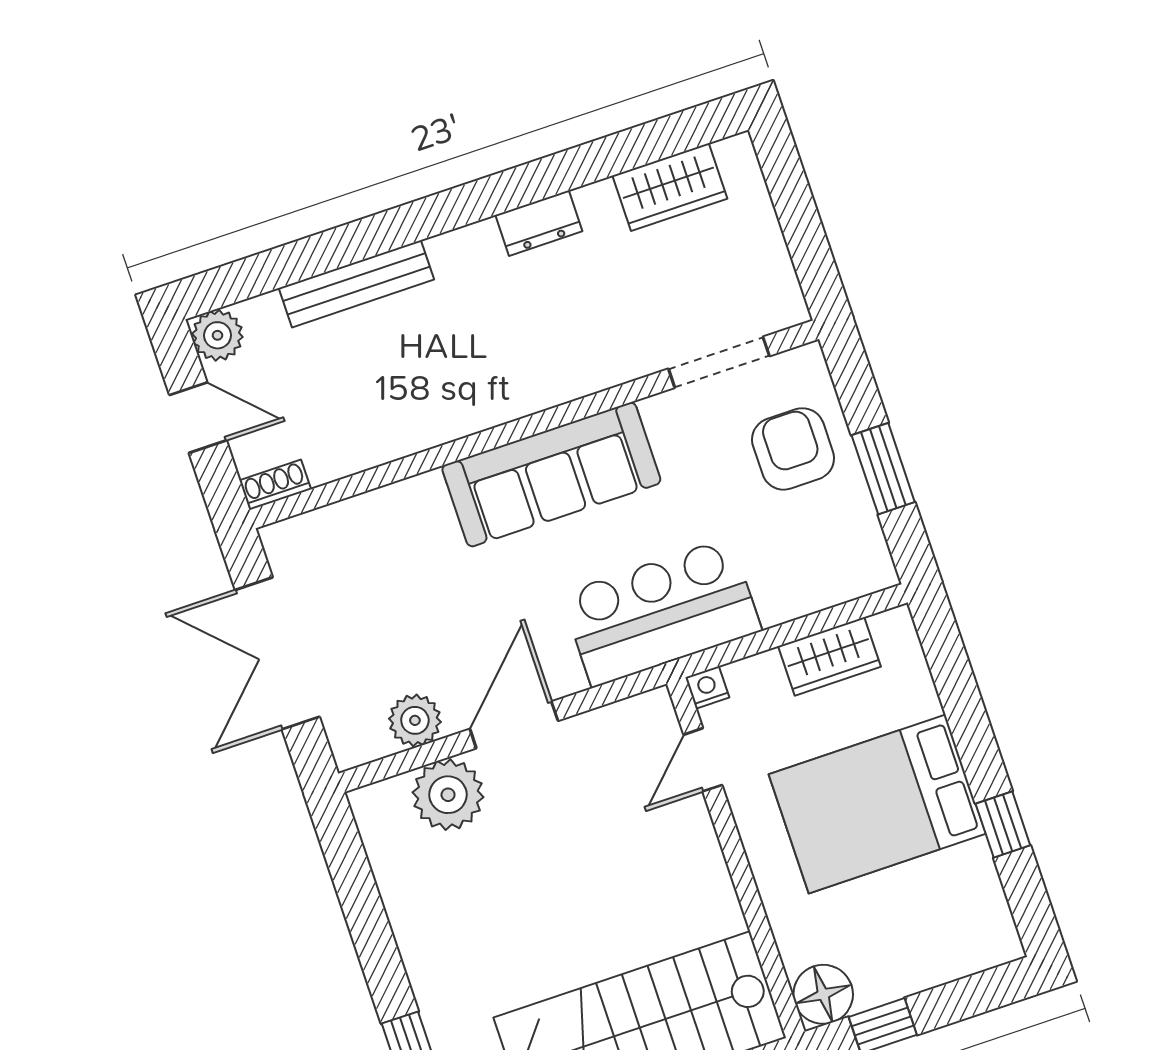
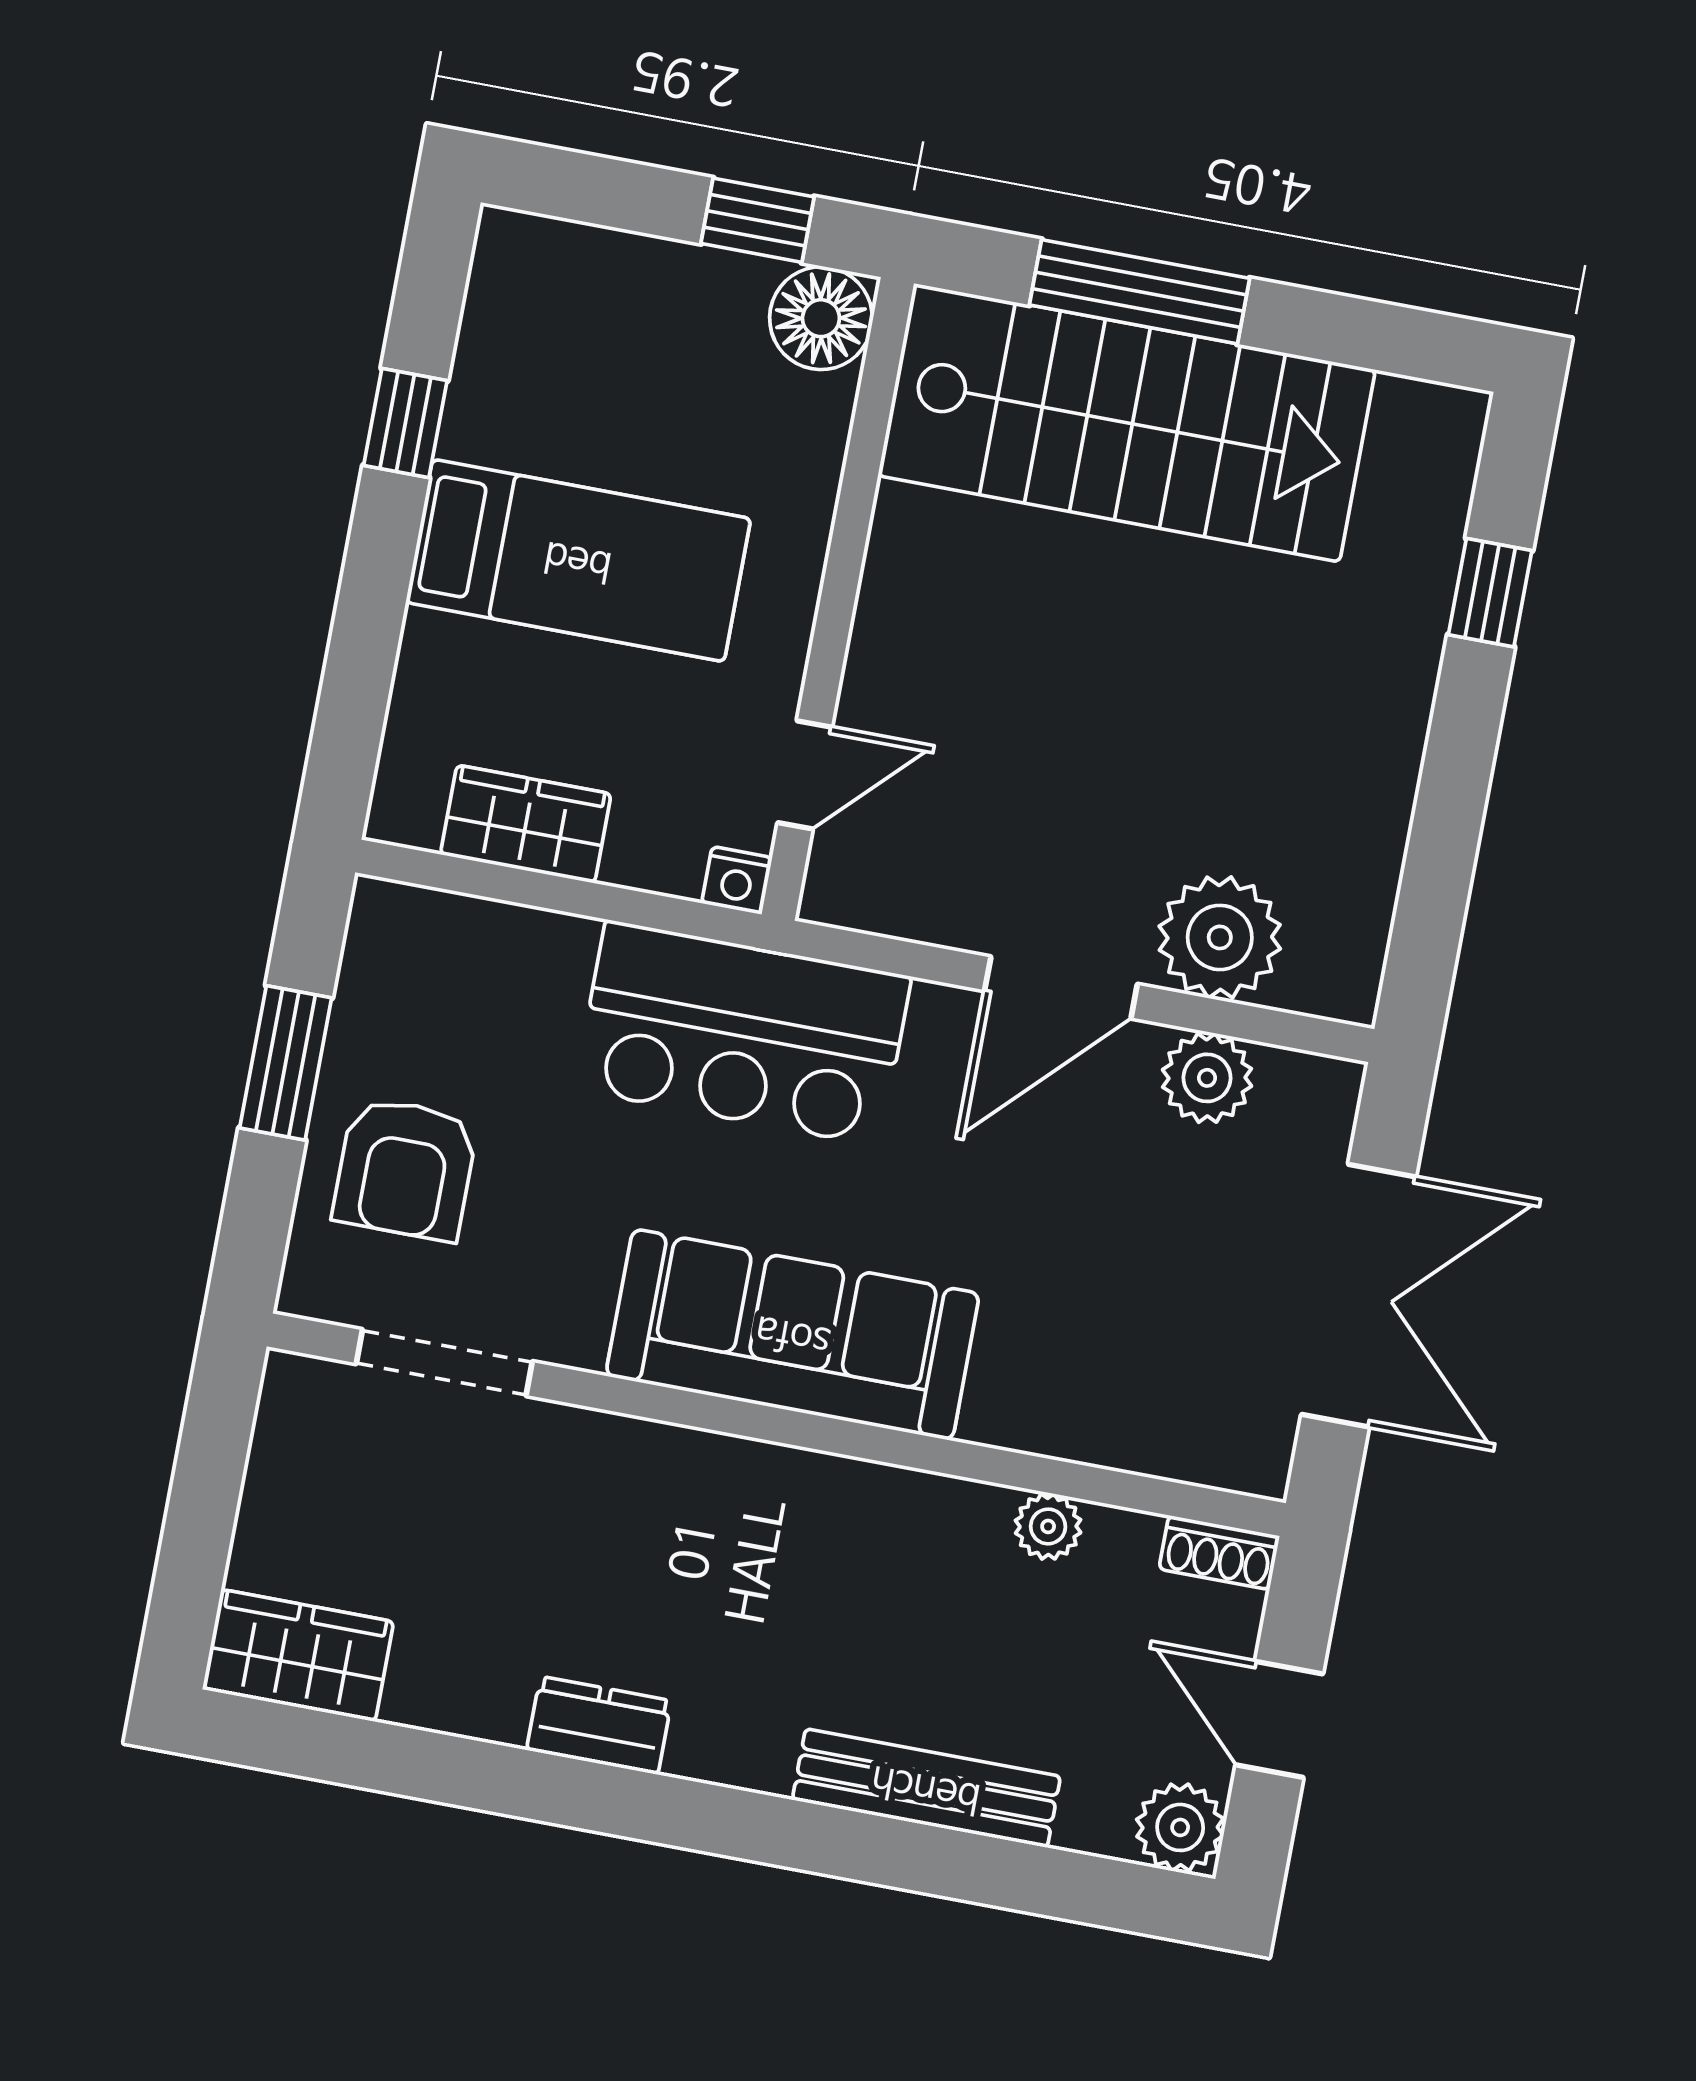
wardrobe: (670, 187) -> (298, 1656), moved
plant: (369, 450) -> (1048, 1526), added
bed: (877, 804) -> (578, 560), width x0.67

